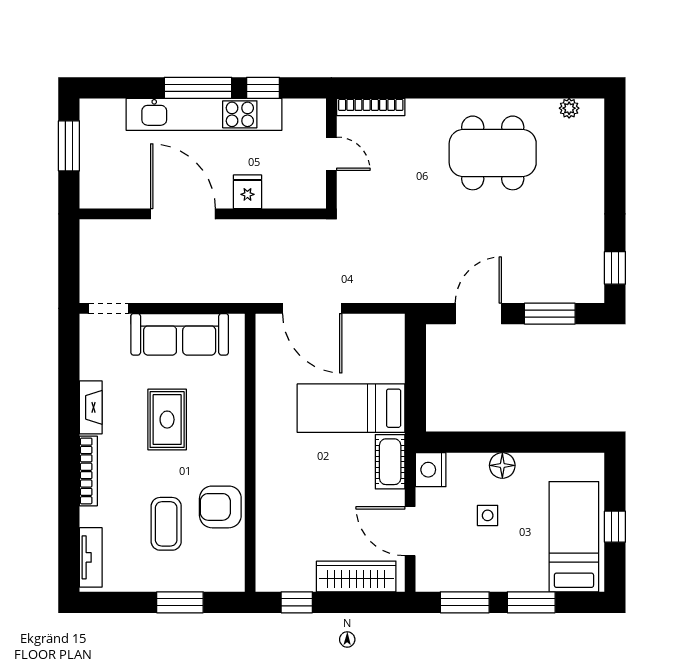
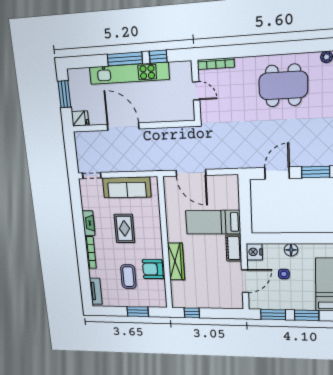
fridge: (247, 192) -> (80, 118), moved, turned 90
door: (410, 531) -> (245, 281), swing flipped
wardrobe: (356, 576) -> (176, 261), moved, turned 90

